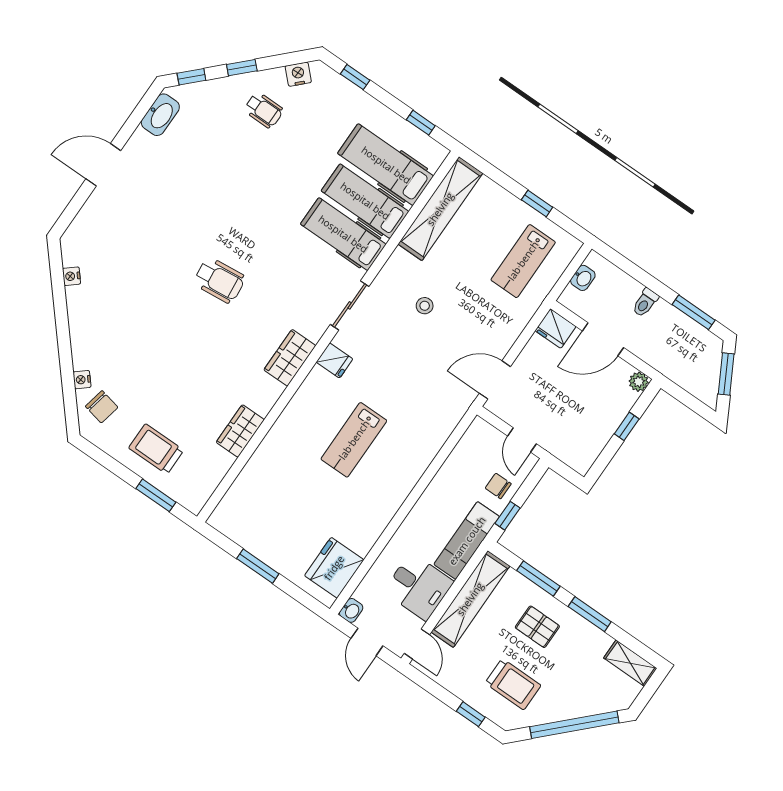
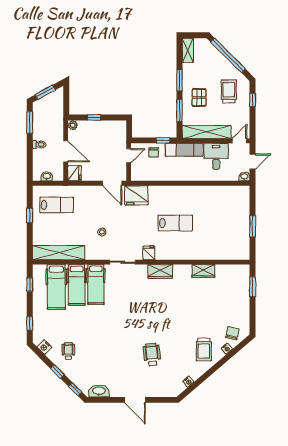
wheelchair: (219, 280) -> (152, 355), moved
trolley: (156, 449) -> (204, 350), moved
fridge: (334, 568) -> (136, 195), moved

